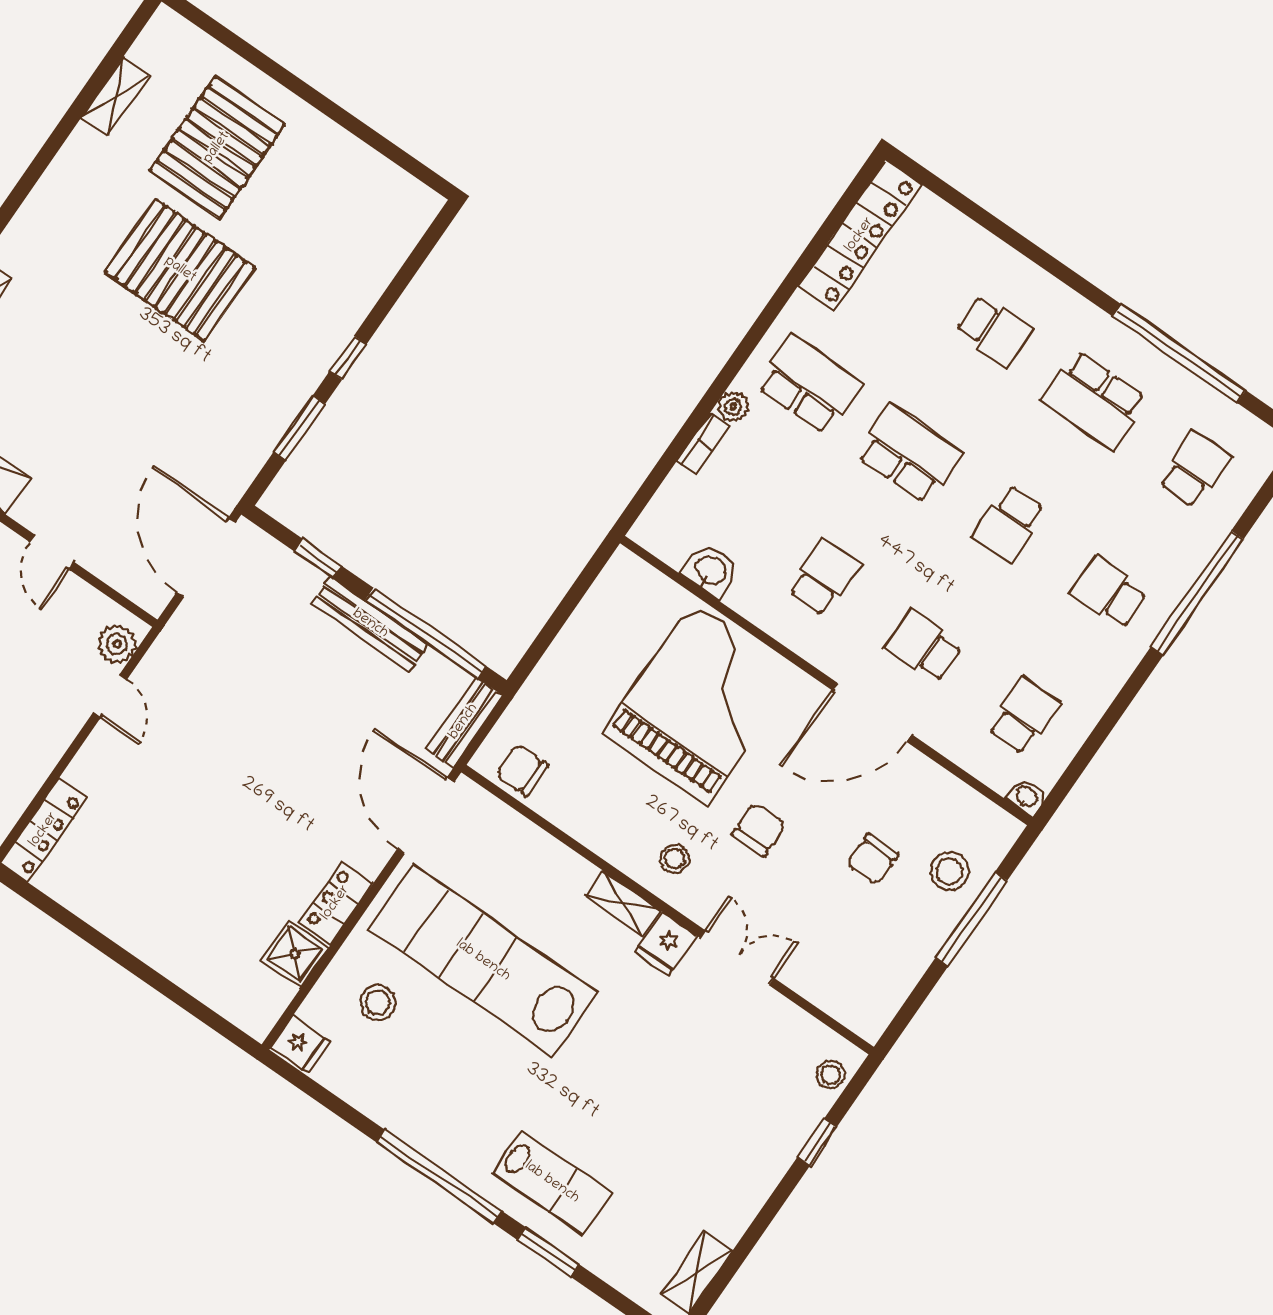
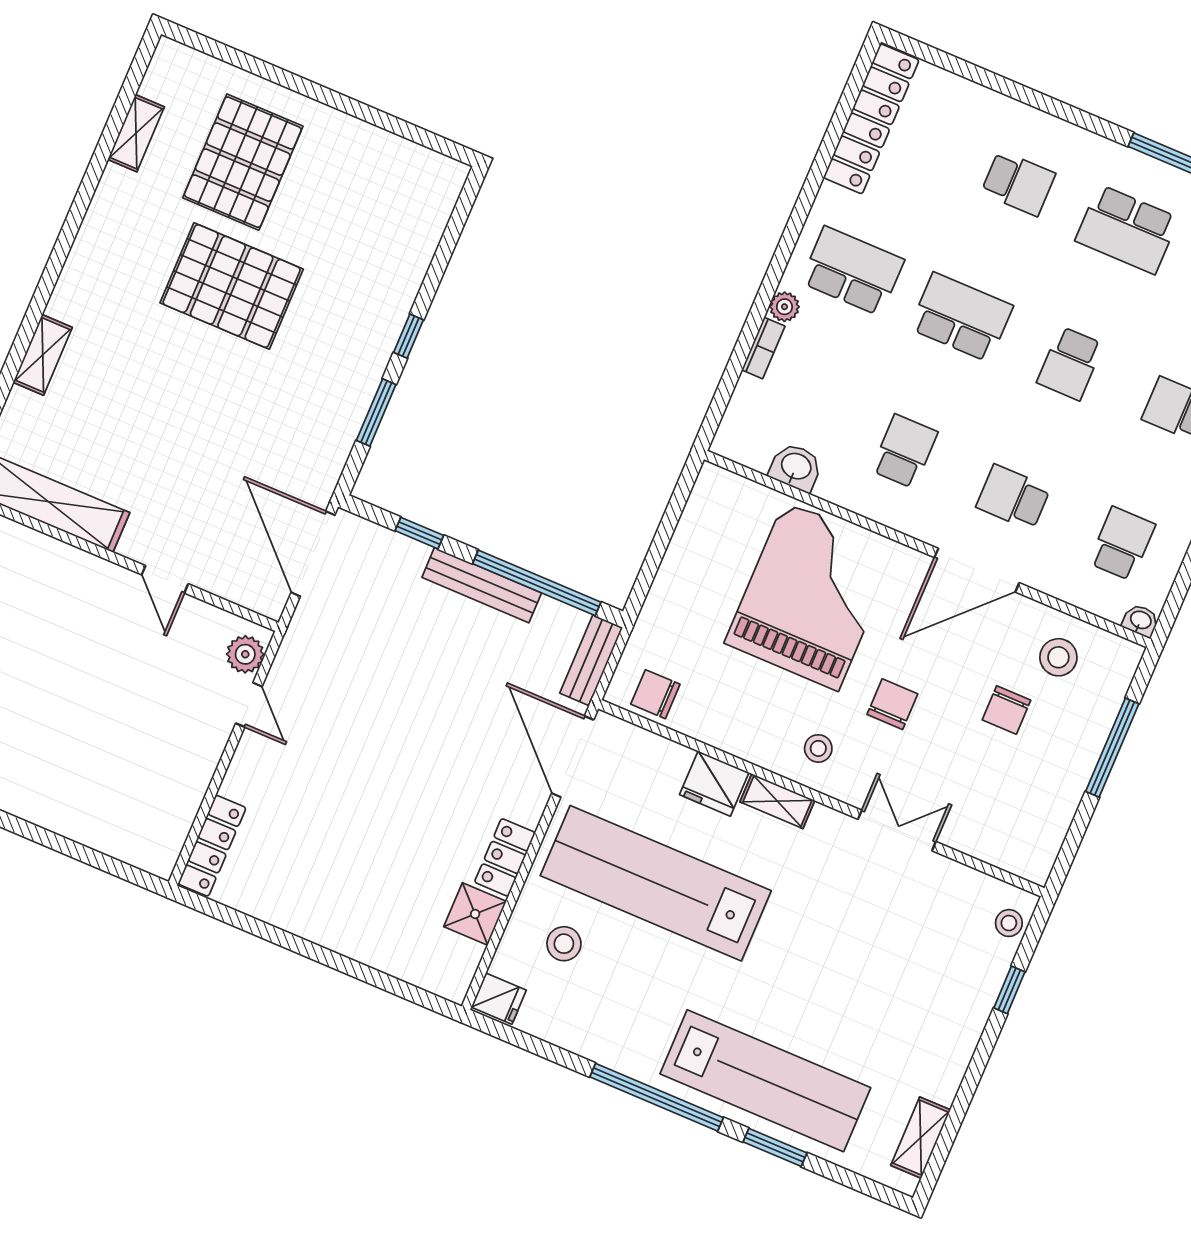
stool: (950, 871) -> (1058, 657), moved
fridge: (666, 944) -> (714, 784), moved, width x1.38
lab bench: (552, 1183) -> (765, 1081), width x1.86, depth x1.39

